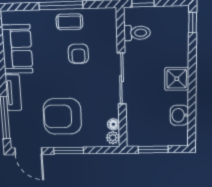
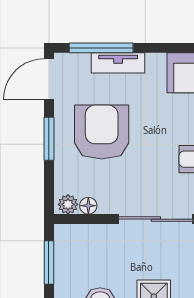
tv unit: (13, 93) -> (118, 63), moved

